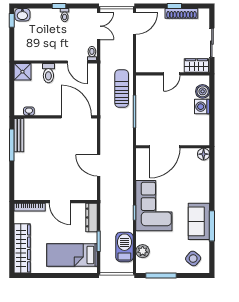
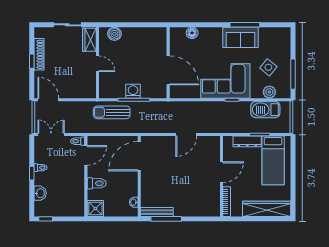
washbasin: (22, 15) -> (40, 193), moved
washing machine: (202, 107) -> (133, 91), moved, turned 180
floor lamp: (204, 154) -> (192, 33), moved
dresser: (92, 217) -> (247, 141), moved
side table: (193, 258) -> (268, 67), moved

